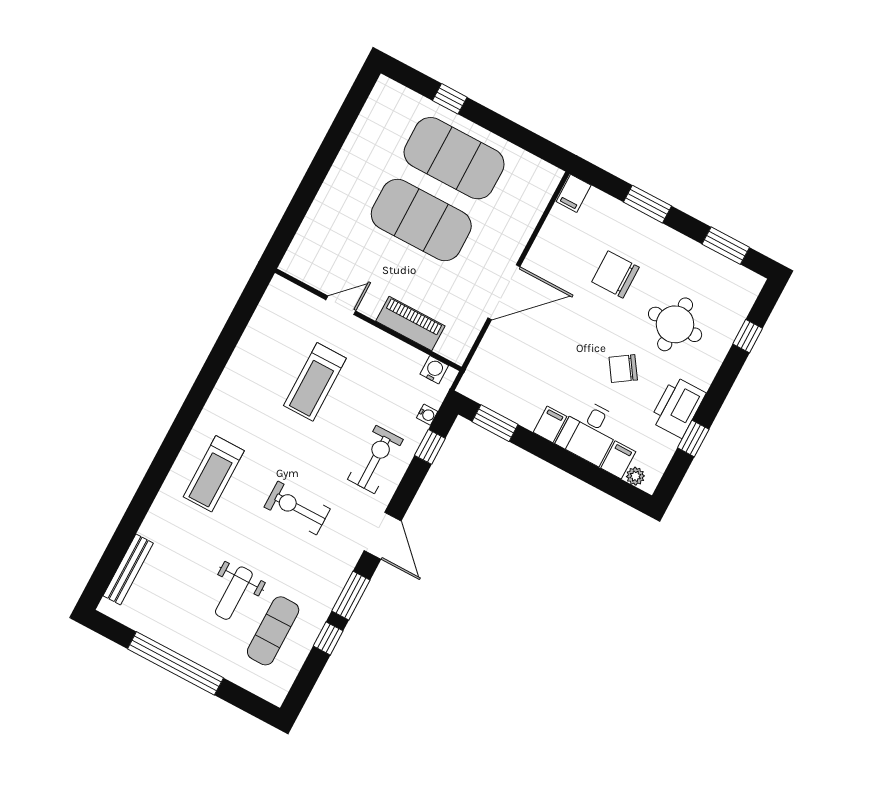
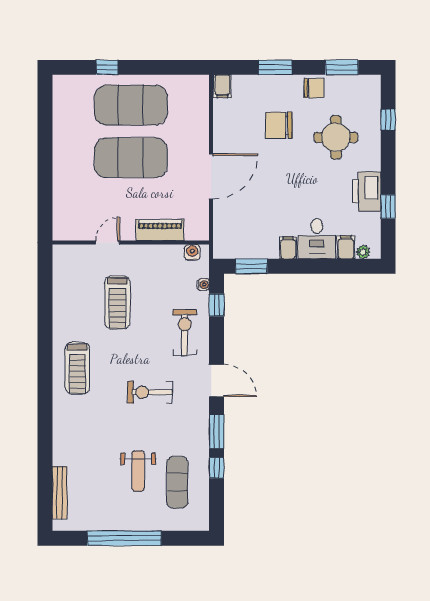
chair: (623, 369) -> (314, 88), moved, turned -146
treadmill: (214, 474) -> (77, 368), moved

